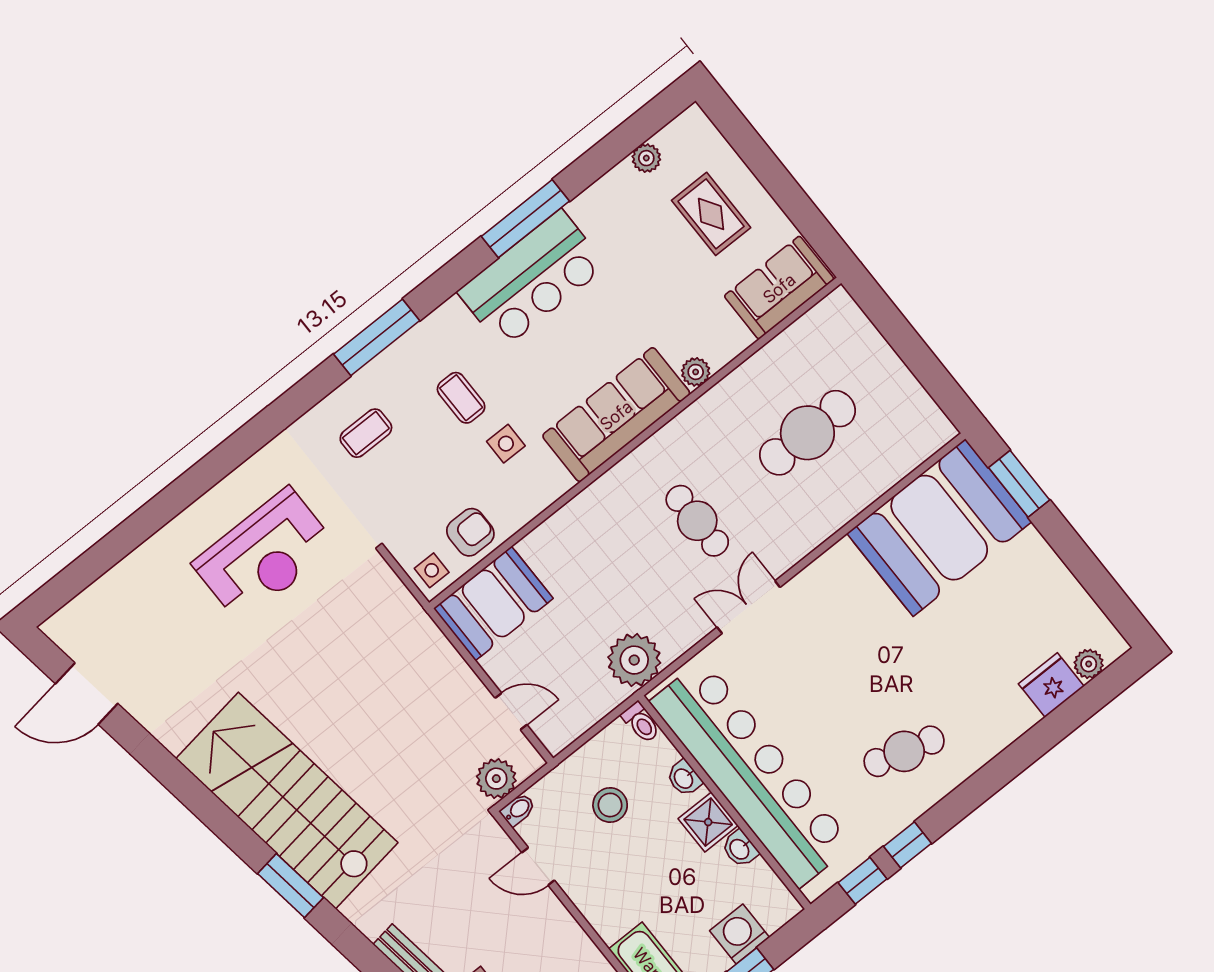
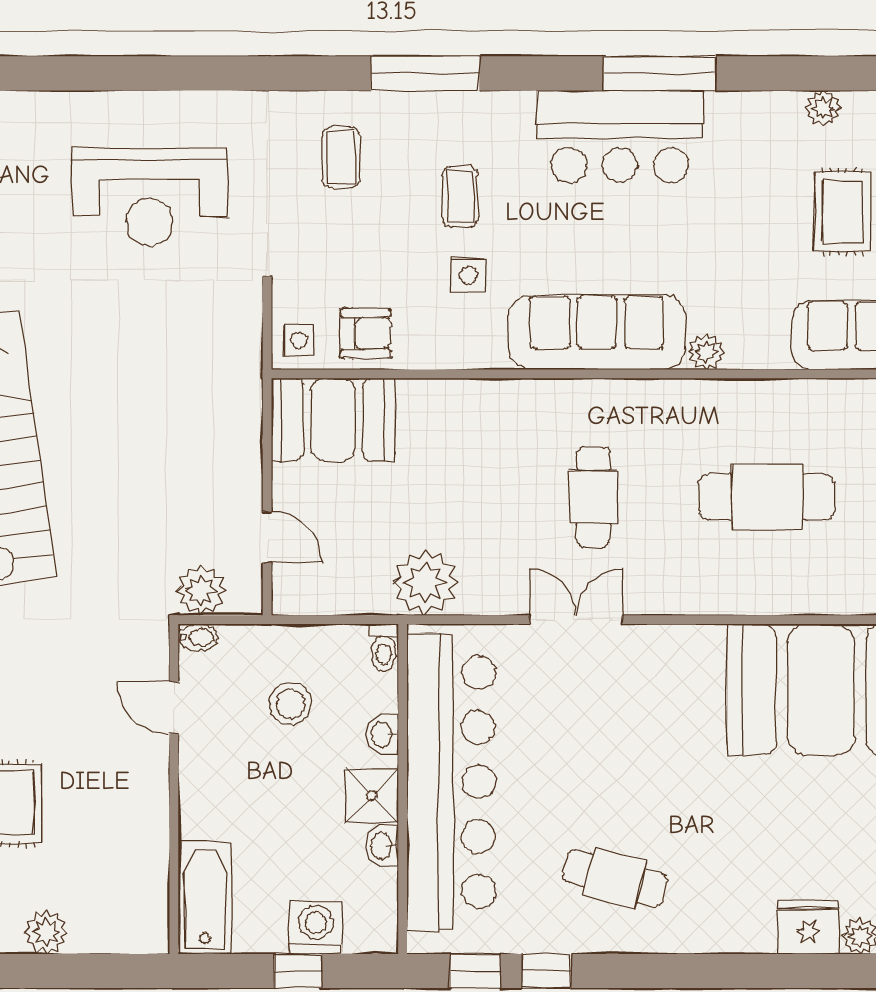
coffee table: (366, 433) -> (341, 157), turned 90

